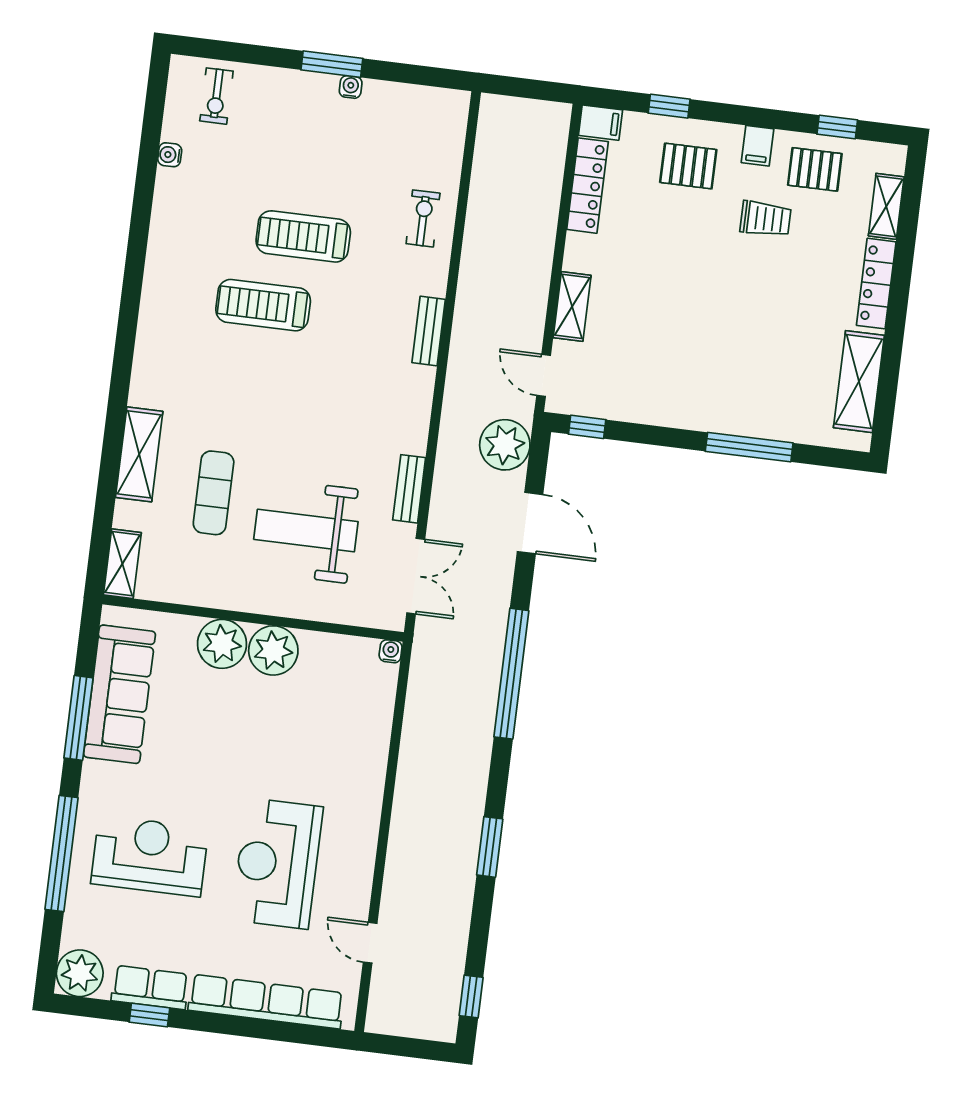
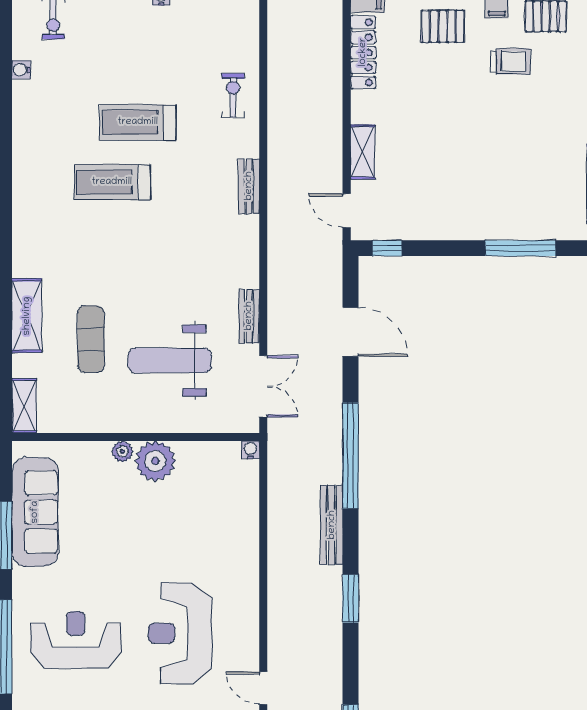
plant: (505, 445) -> (322, 271), removed
plant: (222, 644) -> (122, 451), width x0.53, depth x0.53
bench: (478, 755) -> (332, 525), added

